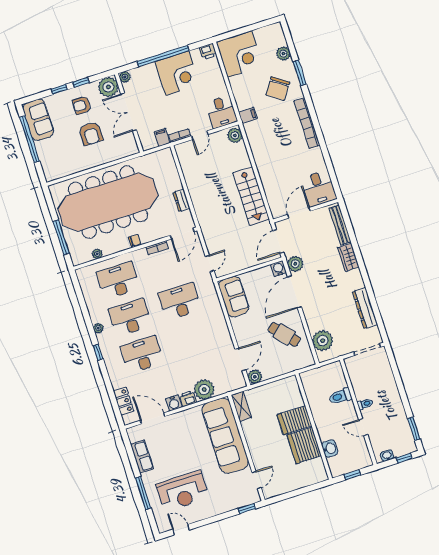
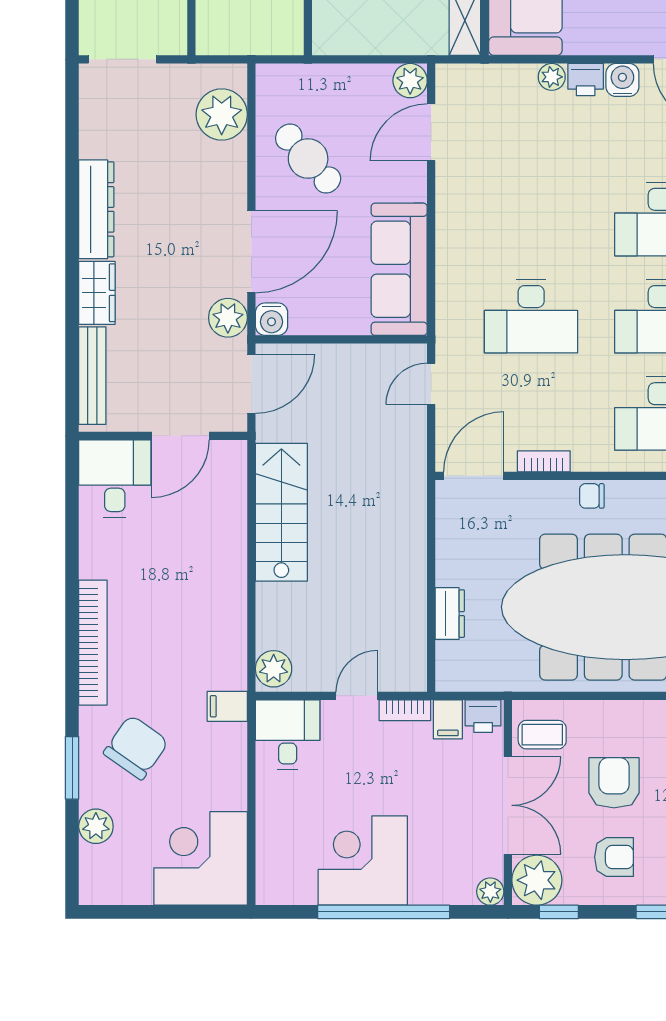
printer: (208, 51) -> (483, 716), moved, turned 180
window: (81, 82) -> (559, 912), moved
coffee table: (124, 143) -> (542, 735), added
dresser: (181, 200) -> (450, 614), moved
sofa: (234, 297) -> (399, 269), width x1.36
dresser: (365, 308) -> (96, 209), moved
plant: (204, 390) -> (552, 77), width x0.53, depth x0.53

